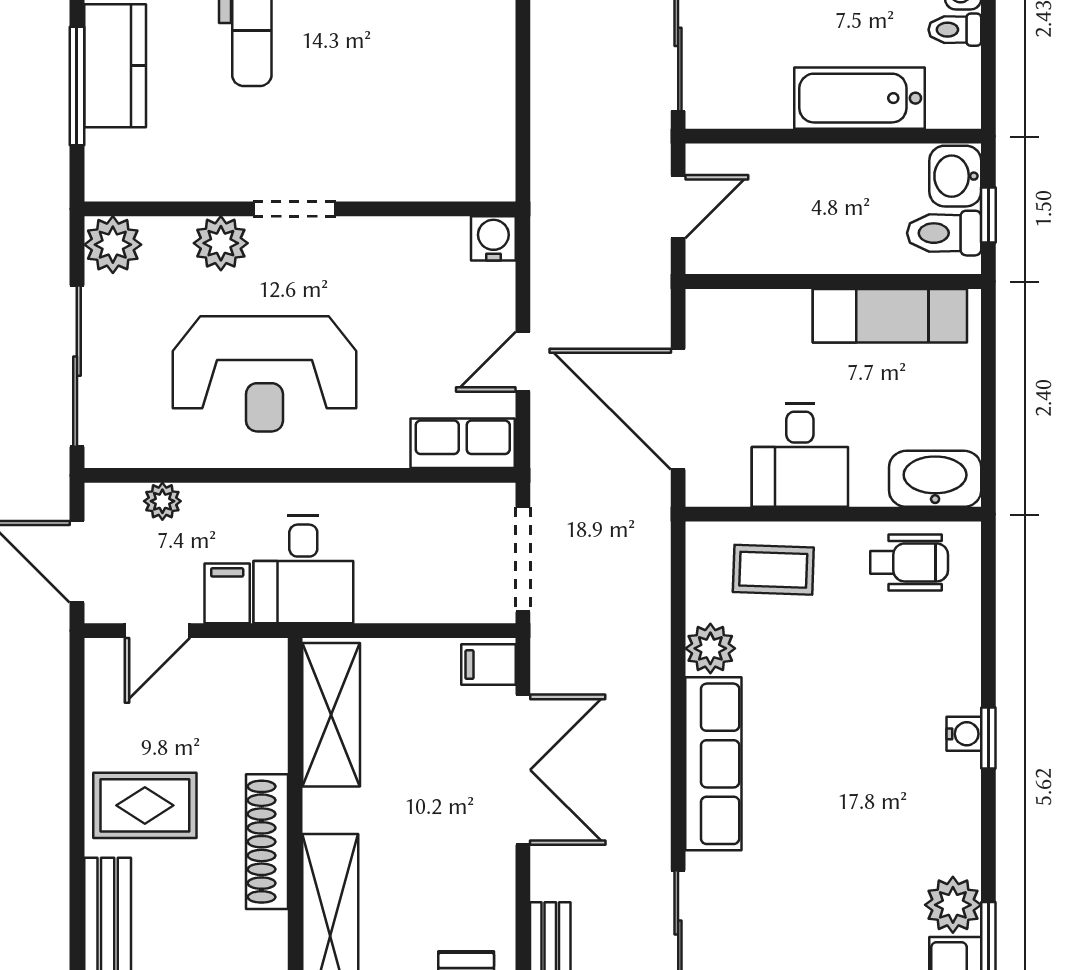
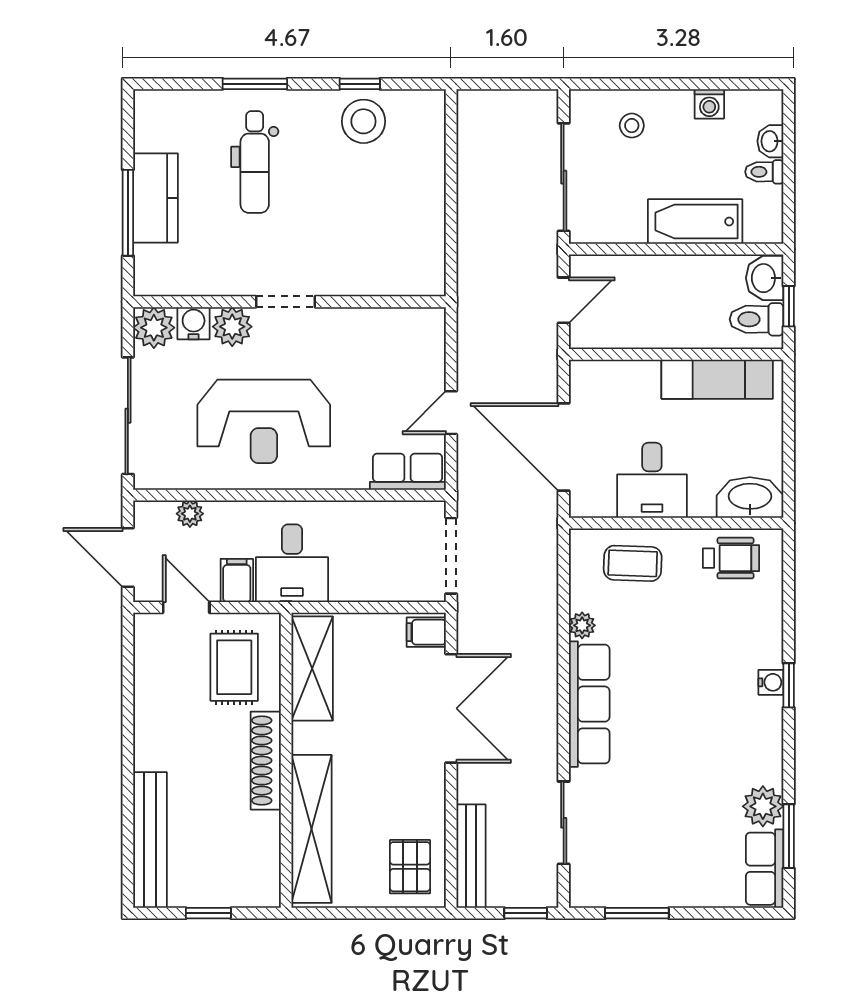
water cooler: (493, 238) -> (194, 323), moved
door: (157, 631) -> (186, 607), swing flipped
plant: (710, 648) -> (582, 625), width x0.73, depth x0.73
rug: (145, 805) -> (234, 667), moved, turned 90

